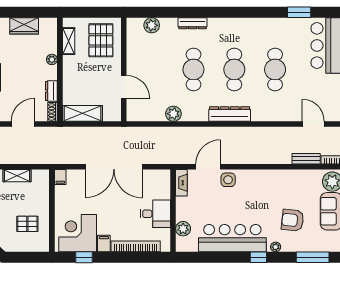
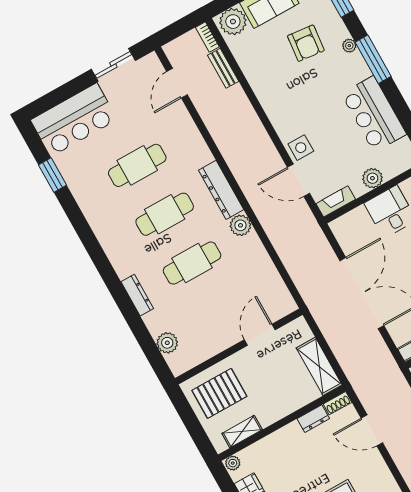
plant: (52, 59) -> (233, 463), moved
plant: (173, 114) -> (240, 225), moved
plant: (183, 229) -> (372, 178), moved
bar counter: (232, 238) -> (374, 114), width x0.73
window: (258, 257) -> (373, 59), width x2.17

